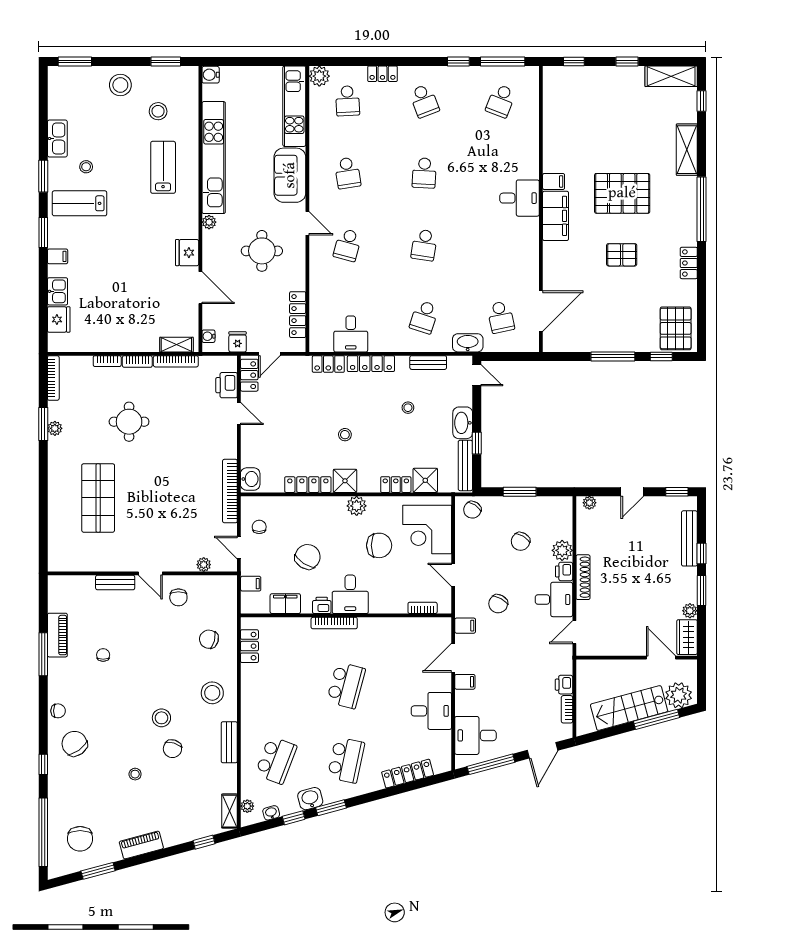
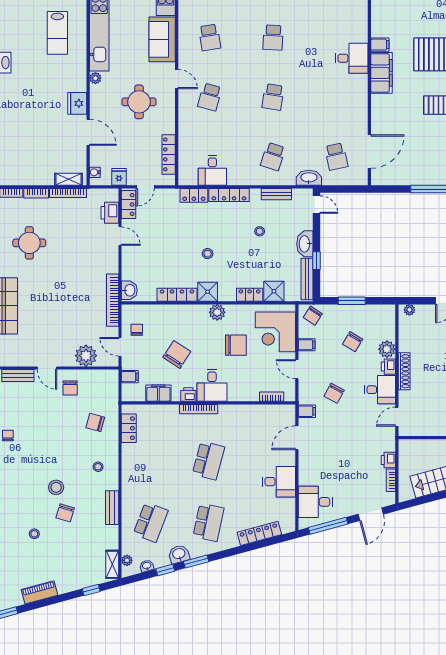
lab bench: (163, 167) -> (57, 33), turned 180
plant: (204, 565) -> (86, 356), width x1.87, depth x1.87
filing cabinet: (465, 682) -> (307, 345), moved
stool: (212, 693) -> (98, 467), width x0.53, depth x0.53

